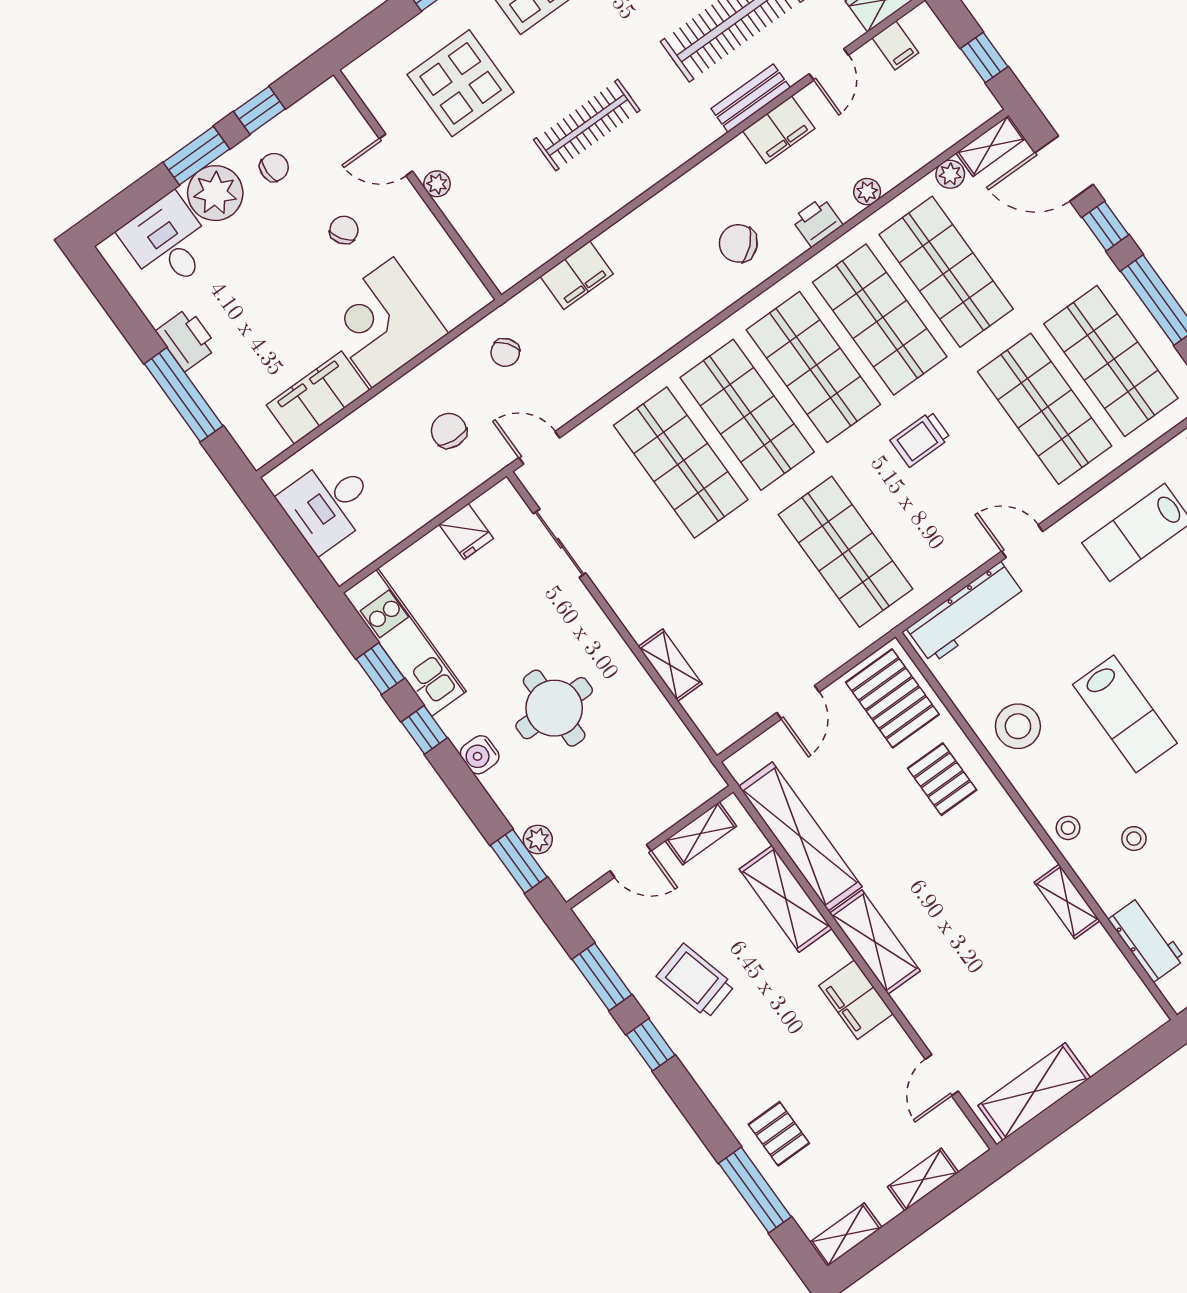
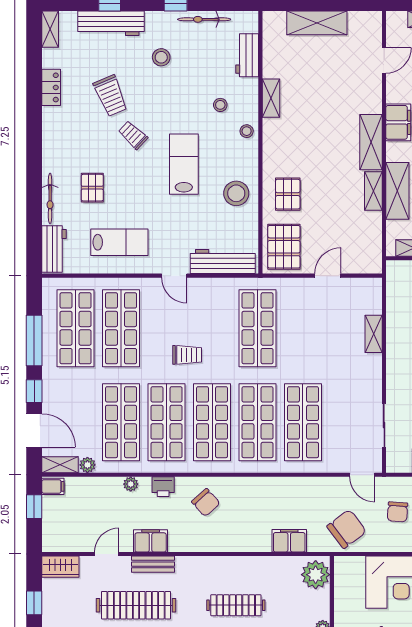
filing cabinet: (895, 45) -> (53, 486), moved, turned 90
plant: (503, 253) -> (316, 575), added
chair: (505, 352) -> (347, 529), width x1.87, depth x1.87
shelving: (800, 836) -> (373, 191), width x0.45, depth x0.75
shelving: (1034, 1092) -> (317, 23), moved

